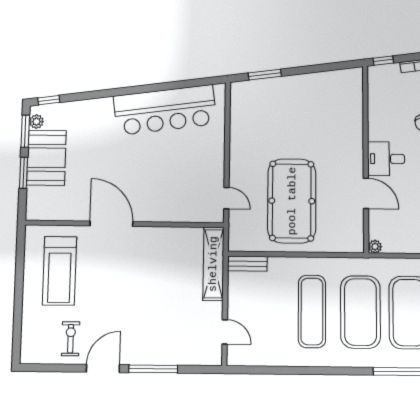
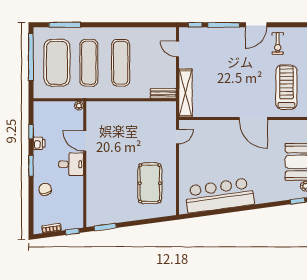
window: (265, 75) -> (105, 227), moved
door: (226, 198) -> (178, 136), swing flipped
pool table: (292, 201) -> (150, 183), moved, width x0.73, depth x0.76
exercise mat: (360, 312) -> (89, 63), width x0.68
window: (197, 369) -> (195, 25), added

